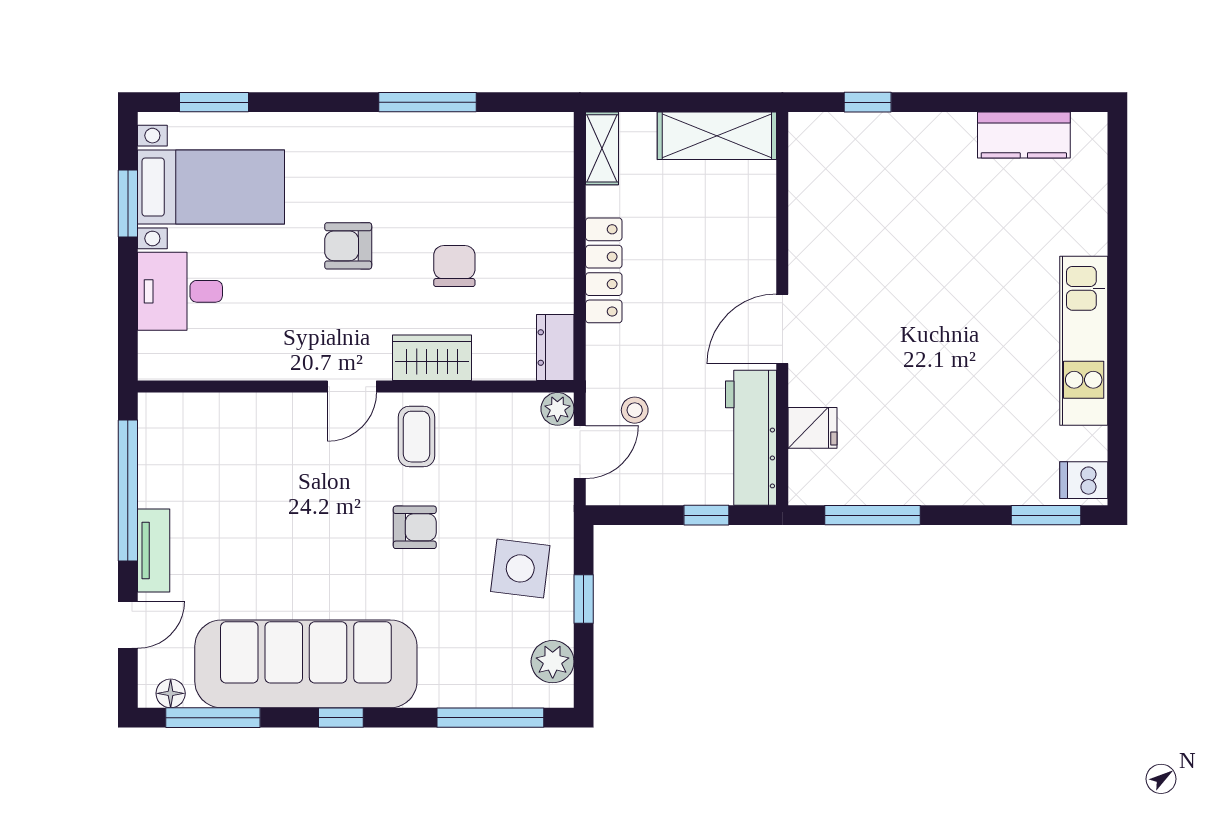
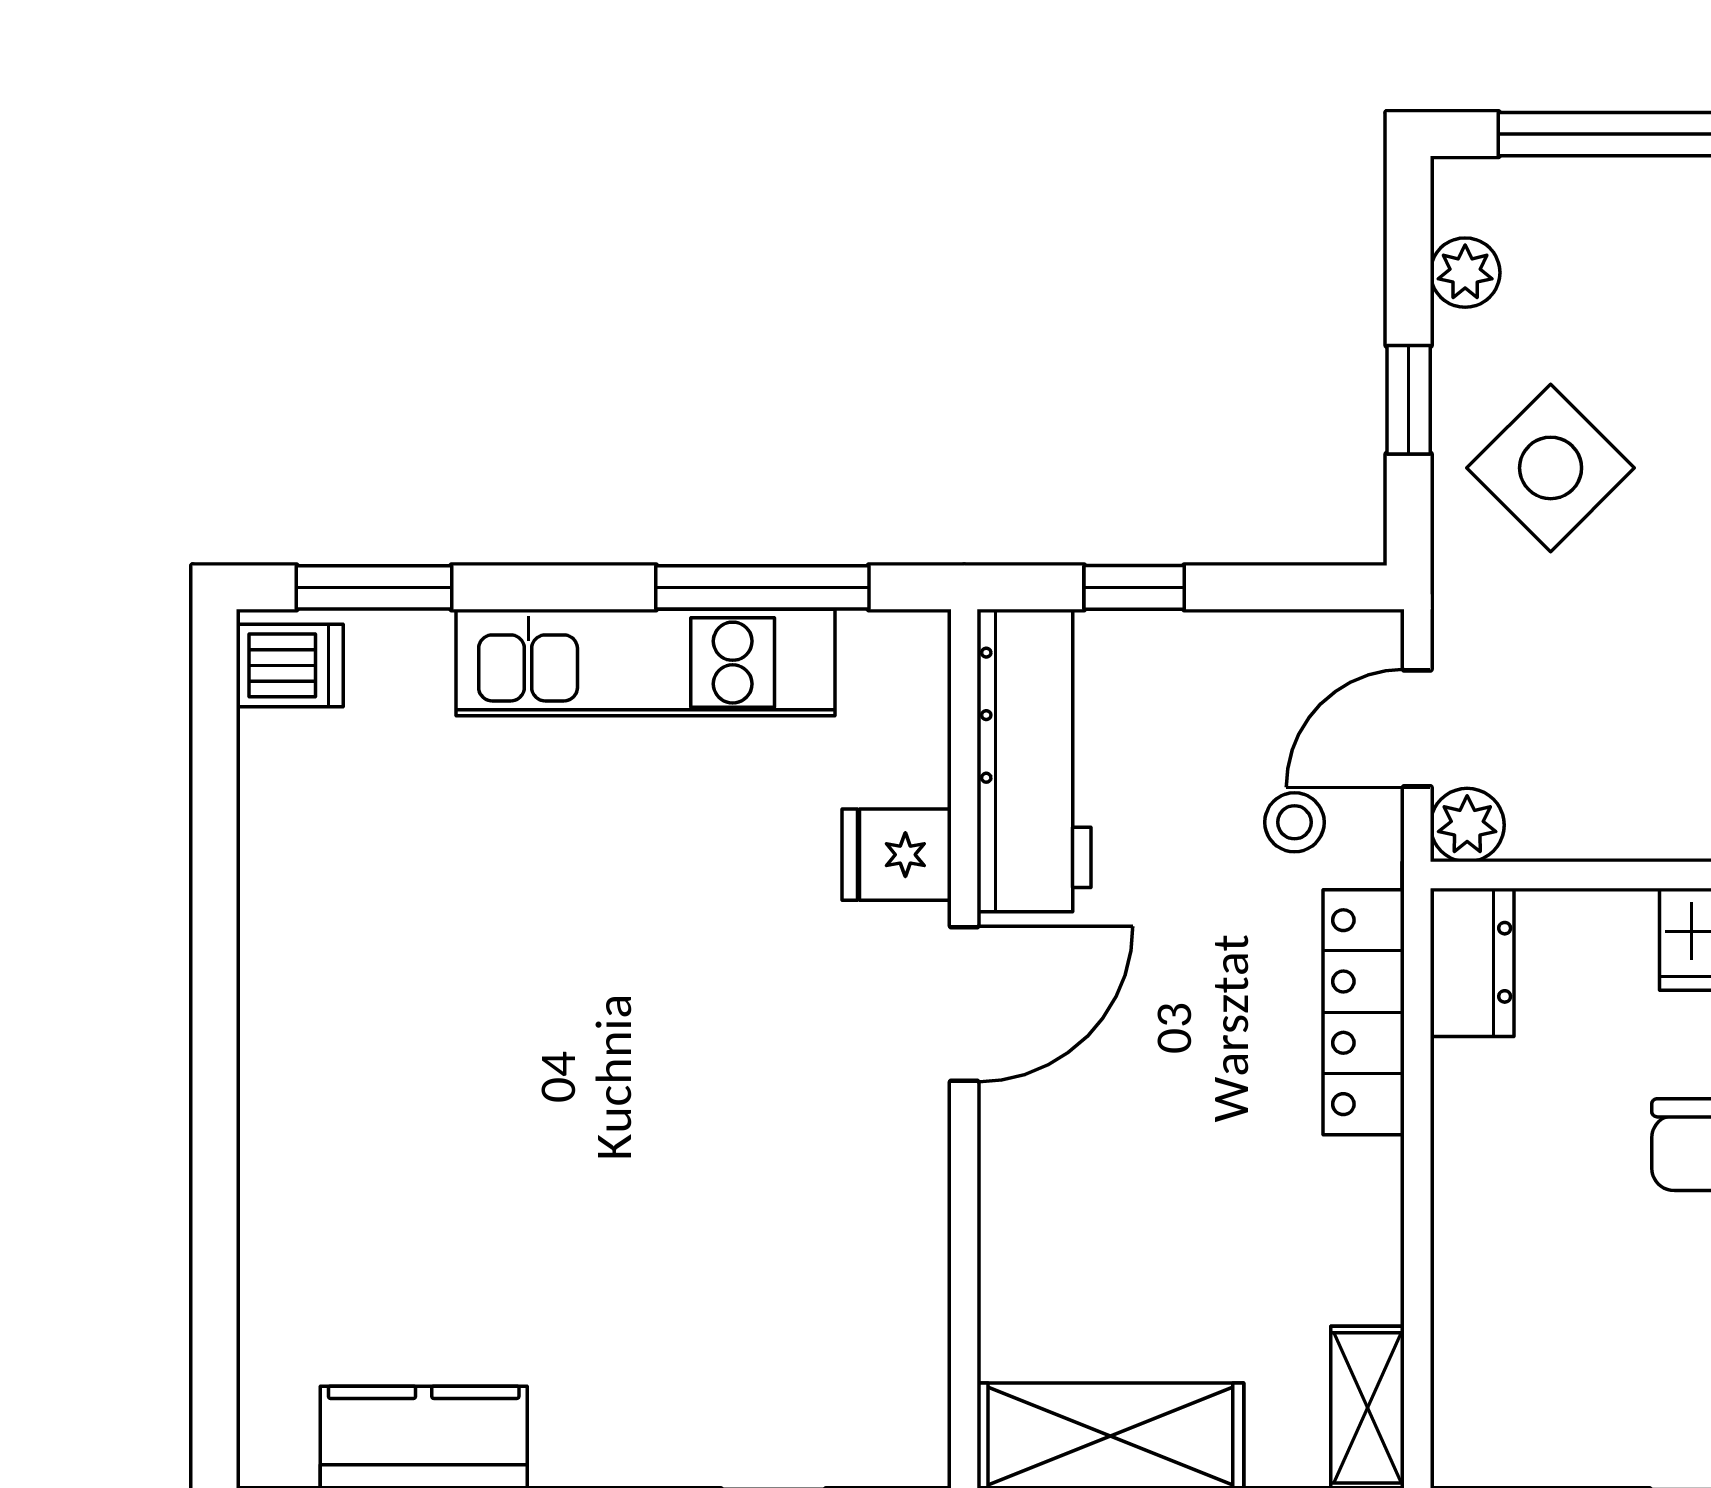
locker: (604, 270) -> (1364, 1012), moved
kitchen unit: (1084, 341) -> (645, 663), moved, turned 90
fridge: (812, 428) -> (897, 855), moved
side table: (520, 568) -> (1551, 468), turned 38
plant: (553, 662) -> (1465, 273), width x0.73, depth x0.73

